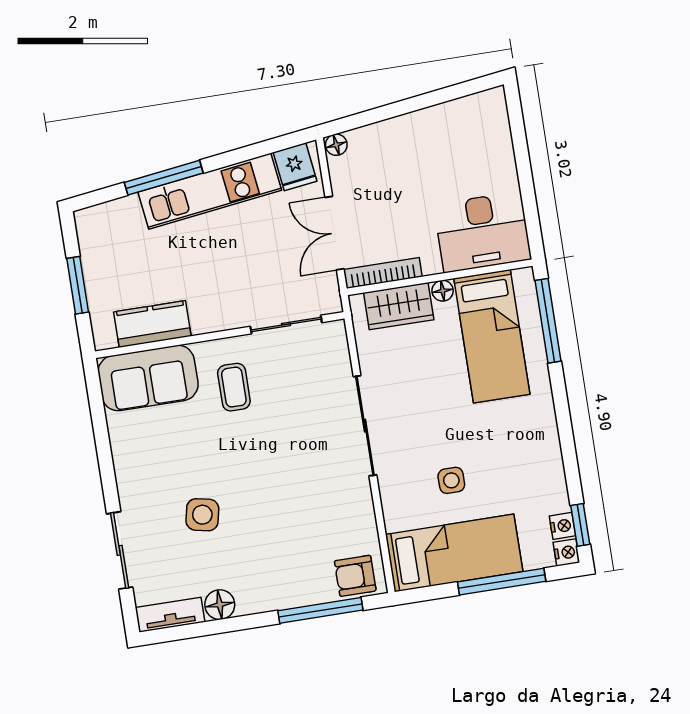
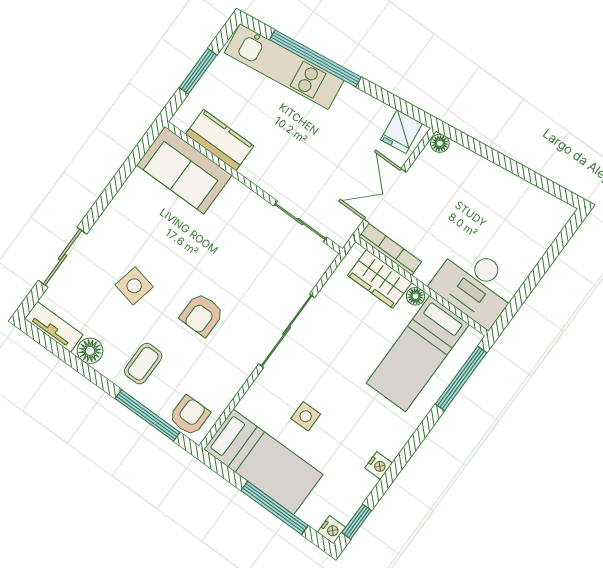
window: (164, 178) -> (315, 58), width x1.46
kitchen unit: (210, 191) -> (284, 67), moved
coffee table: (234, 387) -> (143, 364), moved
armchair: (282, 483) -> (202, 315), added
nightstand: (562, 526) -> (379, 465), moved
armchair: (355, 576) -> (190, 416), turned 90

